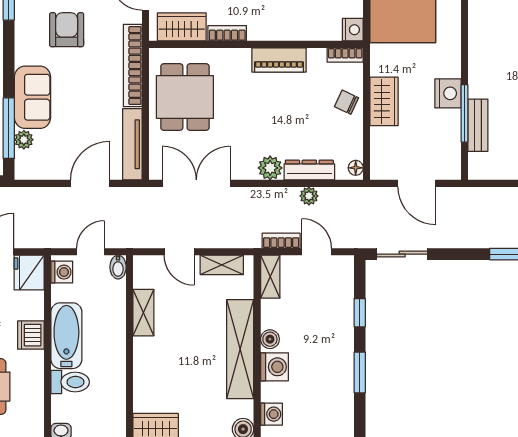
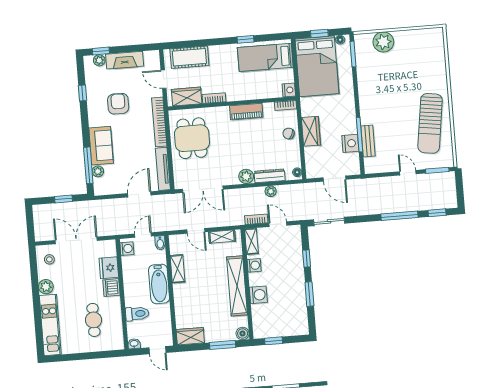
nightstand: (448, 93) -> (350, 143), moved
double door: (196, 183) -> (203, 189), swing flipped
fridge: (29, 273) -> (109, 268), moved
bathtub: (66, 336) -> (159, 284), moved, turned 180
boiler: (270, 339) -> (254, 279), removed
washing machine: (271, 414) -> (254, 265), moved

